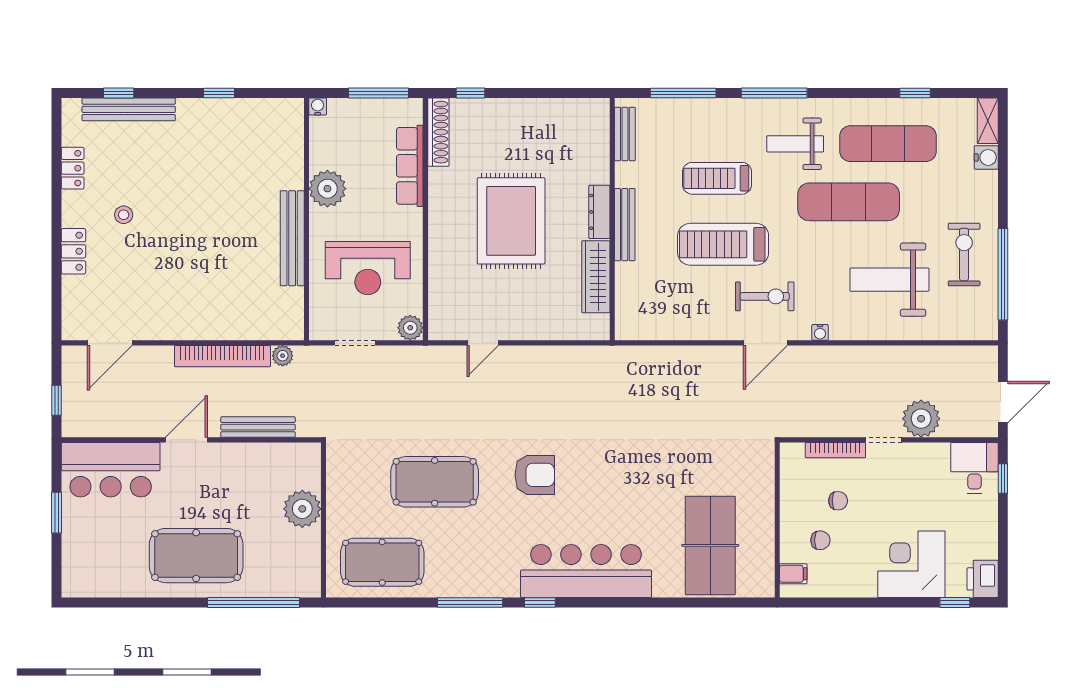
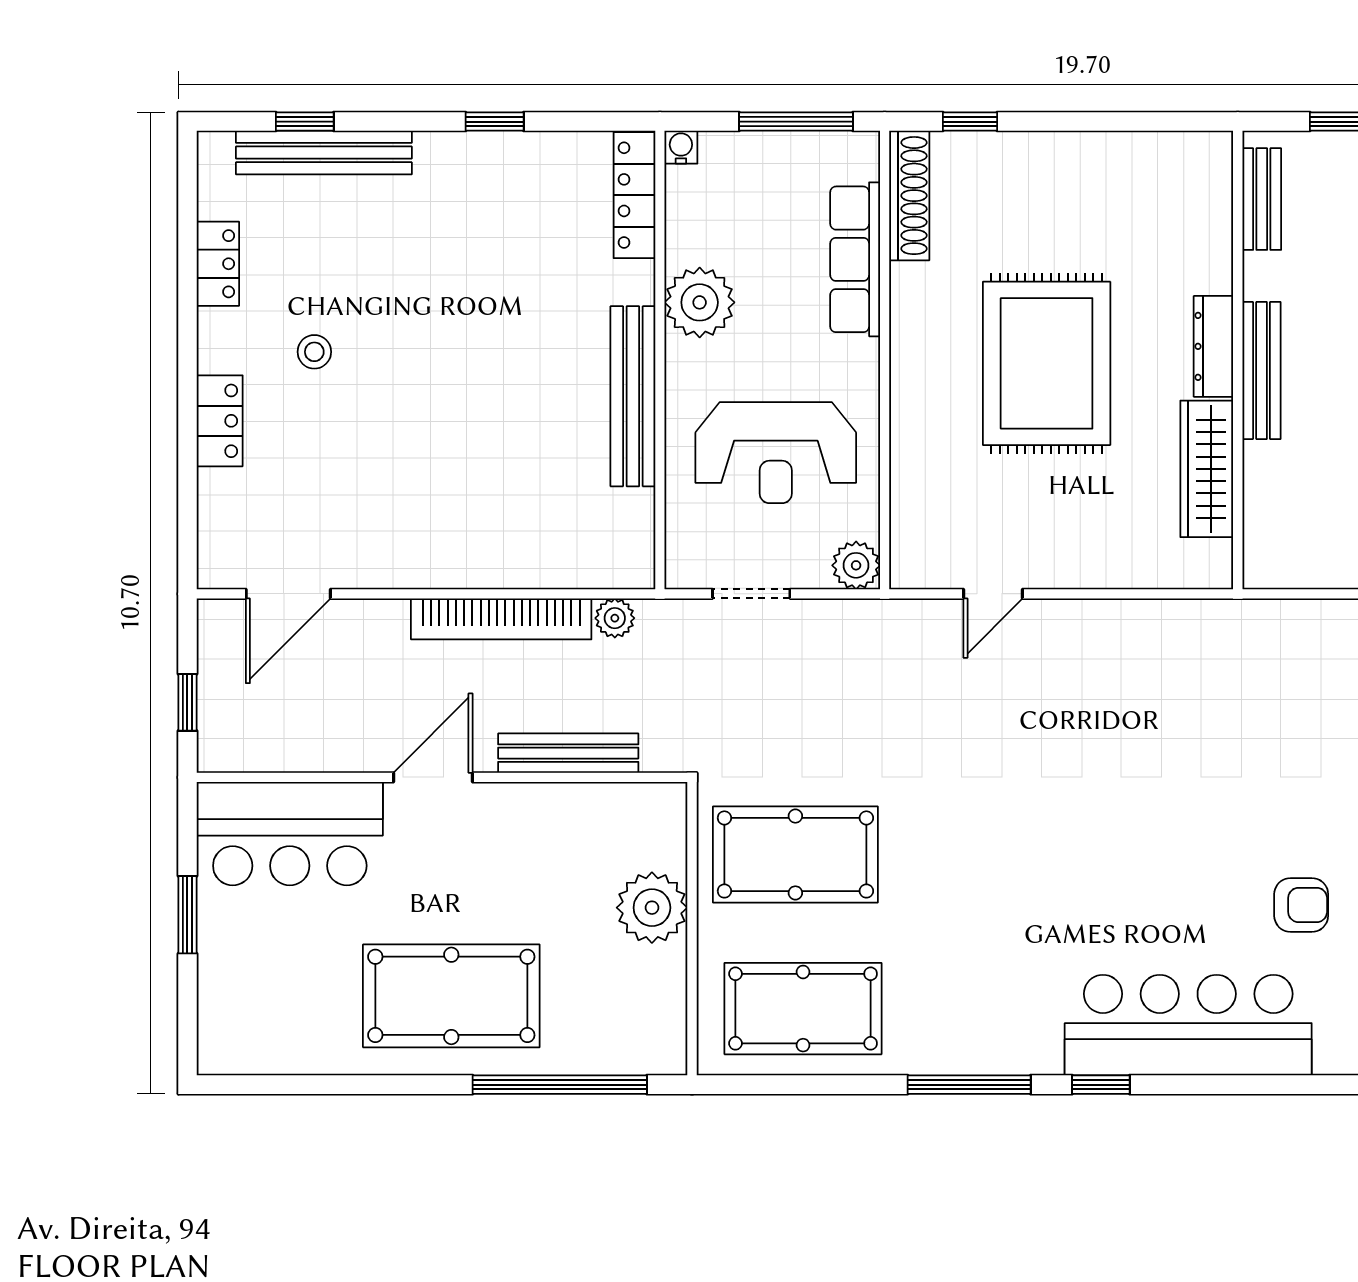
locker: (293, 132) -> (634, 195), added
armchair: (535, 475) -> (1301, 905), moved, width x0.72, depth x0.72
pool table: (435, 482) -> (795, 854), moved

